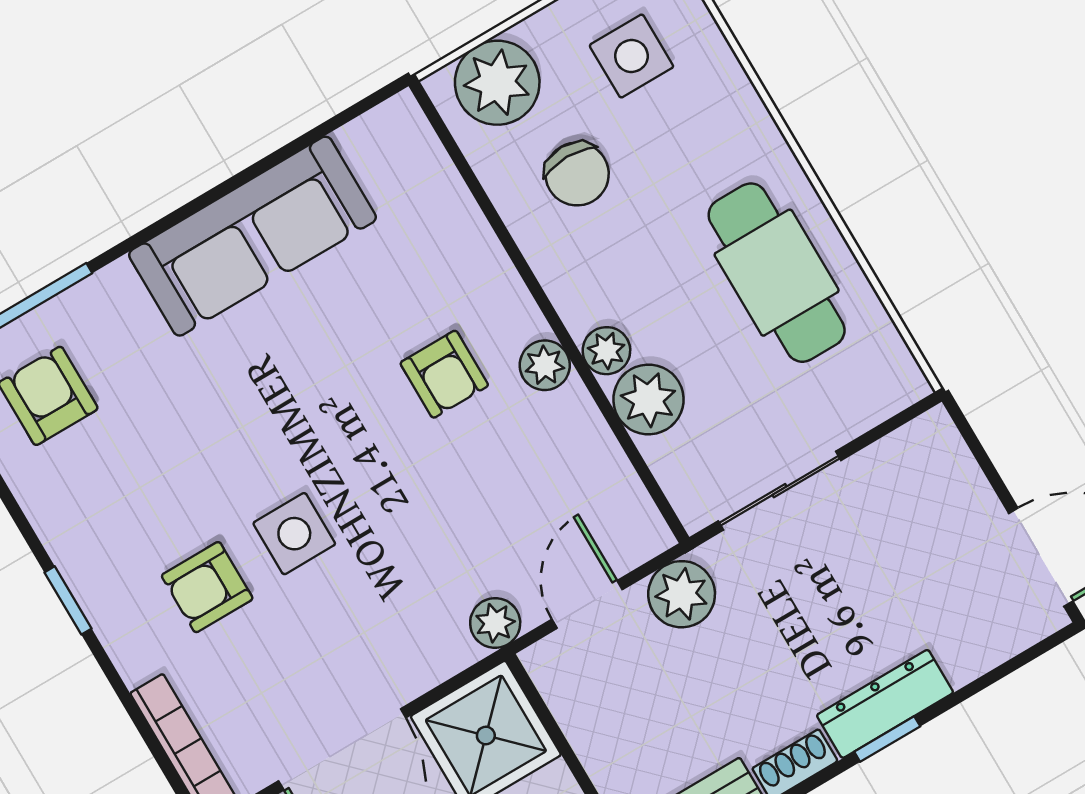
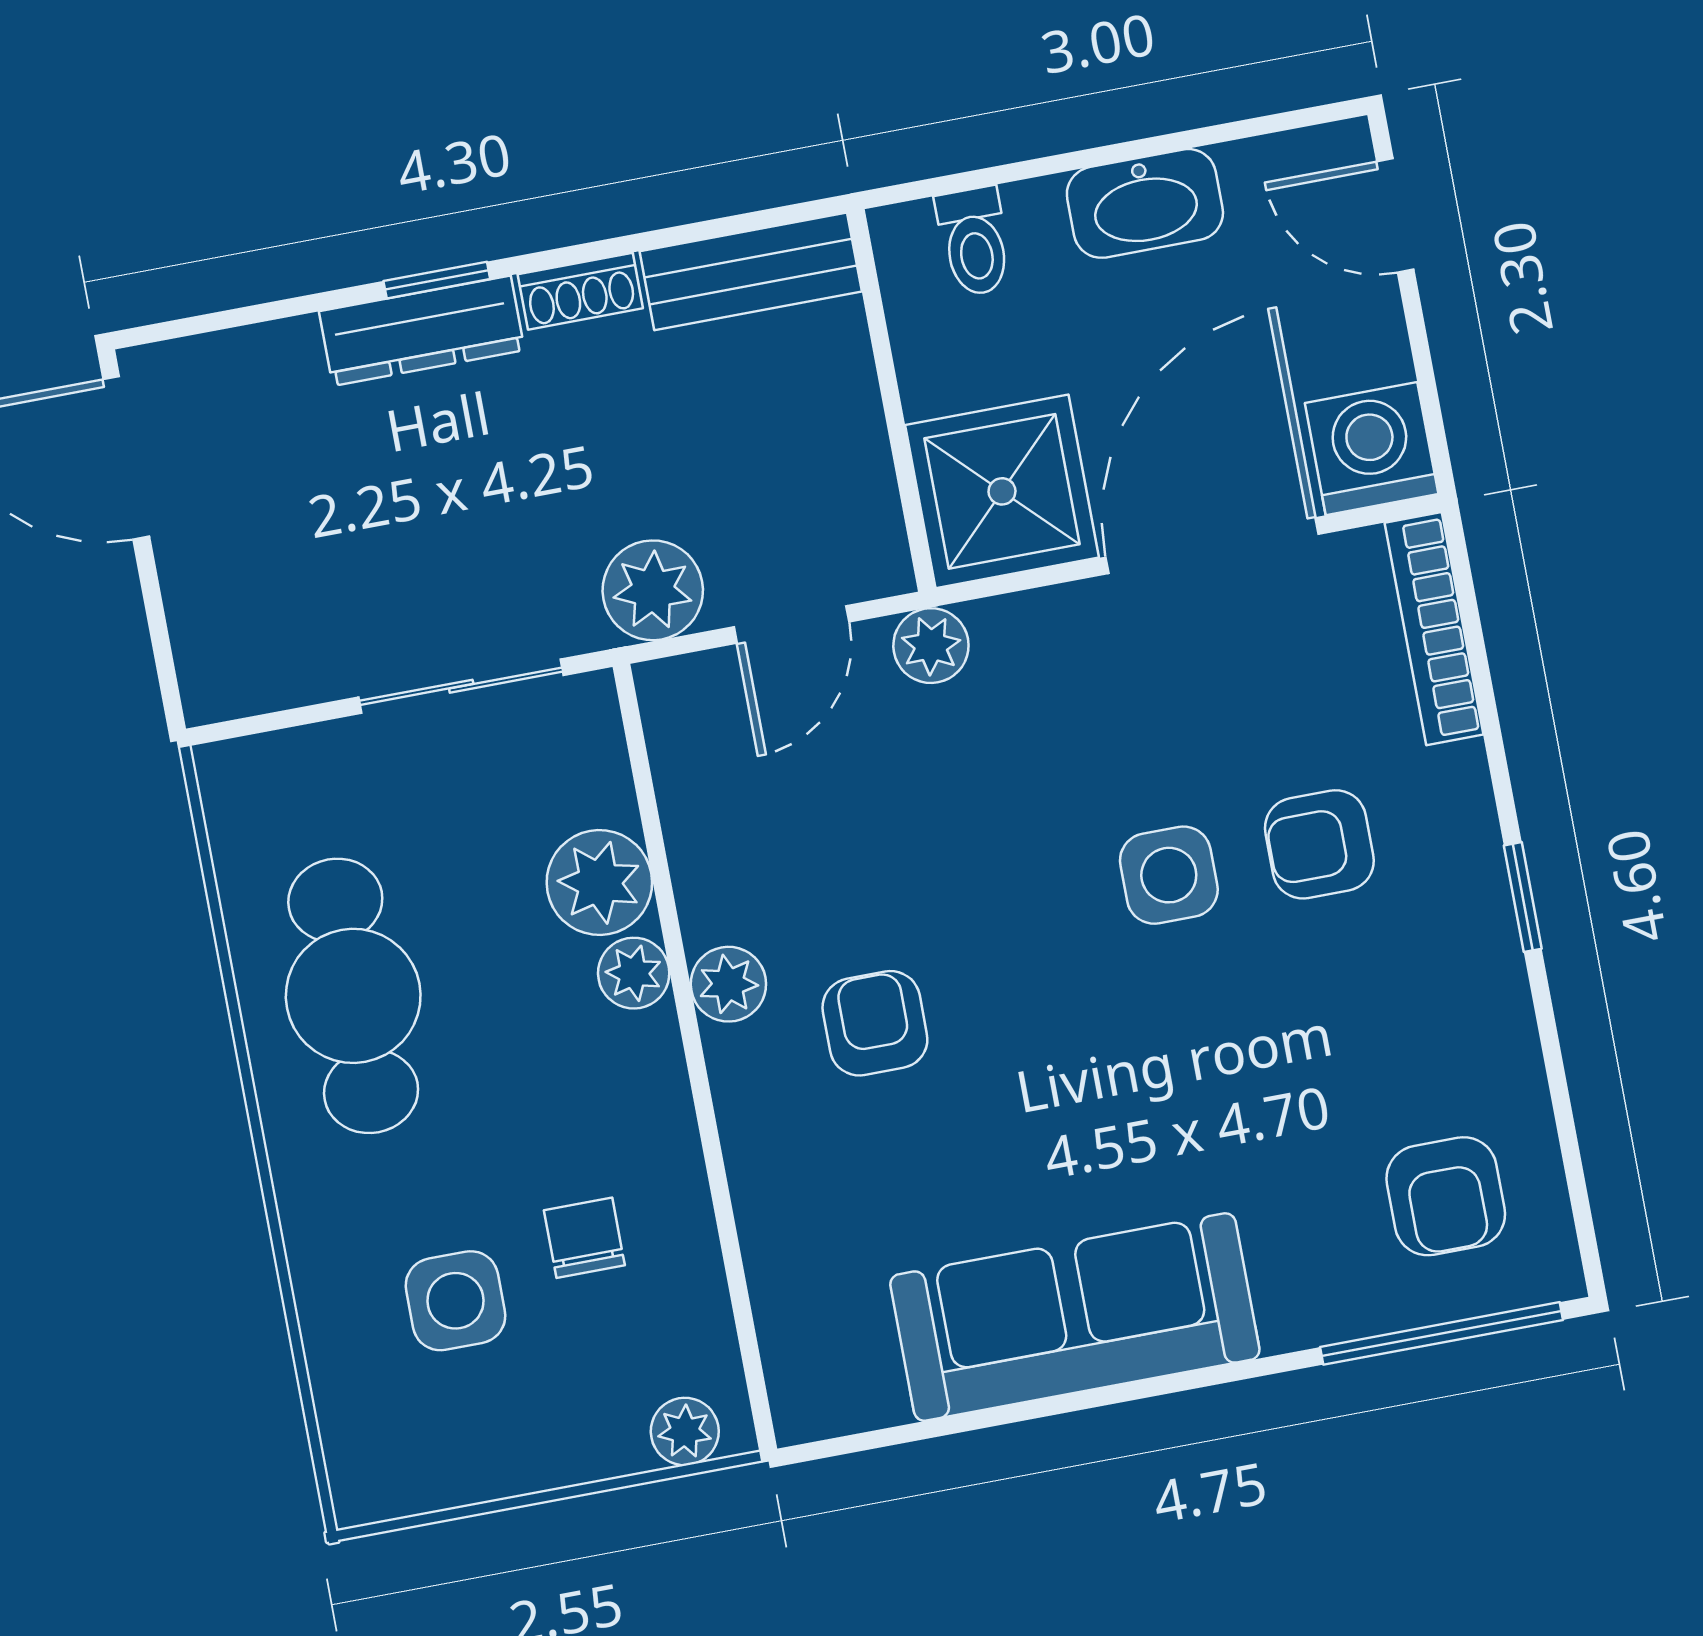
side table: (631, 56) -> (455, 1301), moved
plant: (497, 83) -> (685, 1431), width x0.53, depth x0.53
chair: (577, 174) -> (584, 1238), width x0.73, depth x0.73
armchair: (207, 587) -> (1319, 844), turned 180

